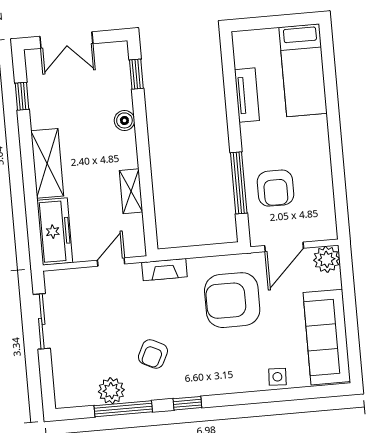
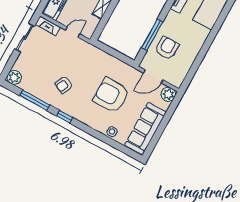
armchair: (276, 188) -> (167, 48), turned 180
fireplace: (164, 270) -> (48, 26), moved
armchair: (232, 300) -> (111, 95), moved
plant: (111, 391) -> (14, 77), moved

